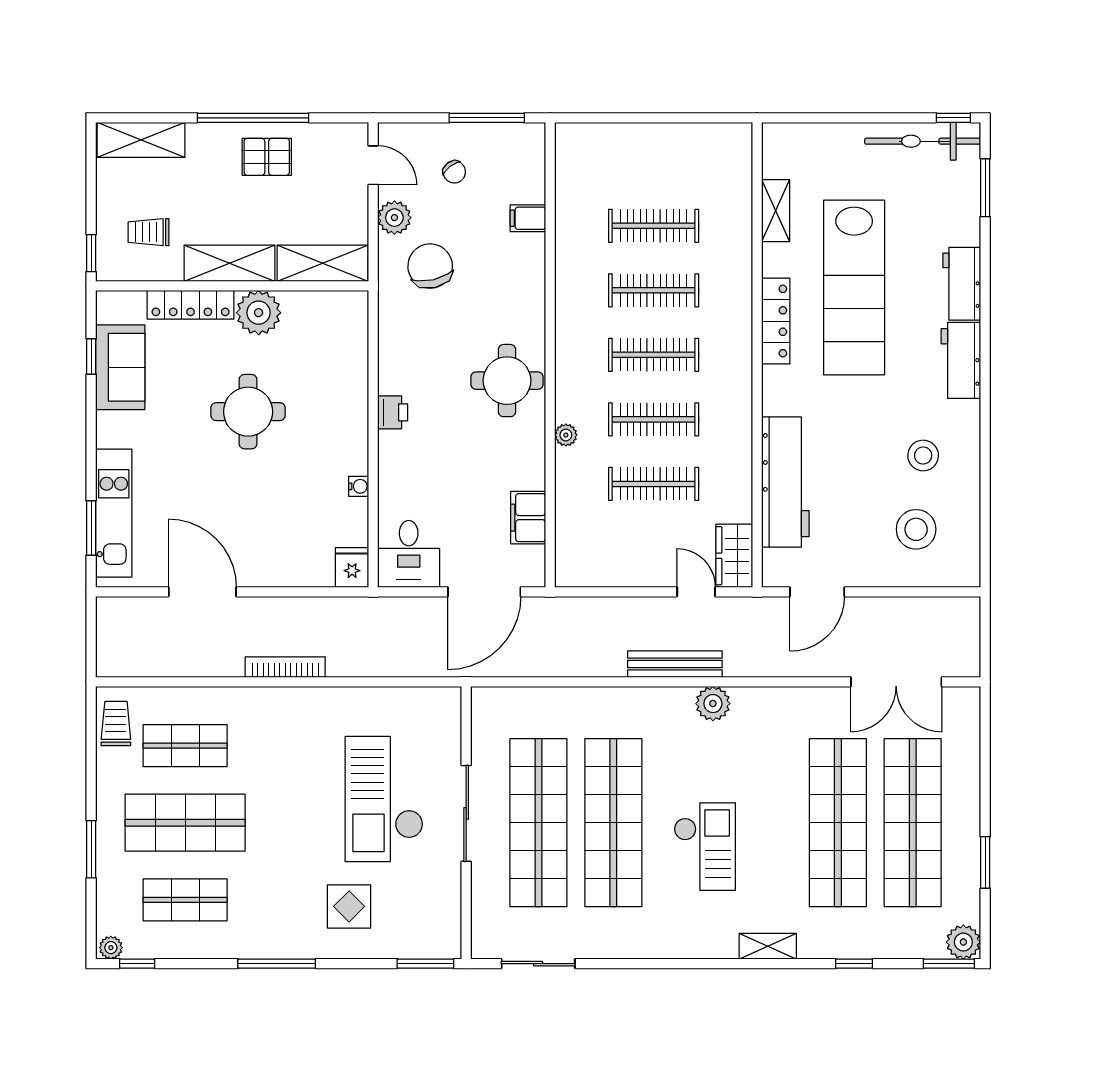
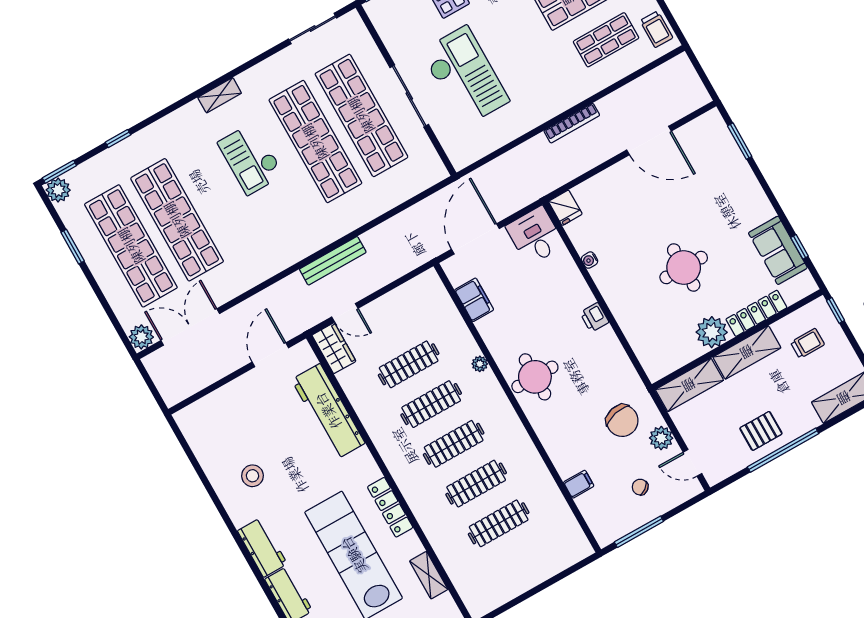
kitchen unit: (114, 513) -> (731, 158), removed
stool: (916, 529) -> (231, 428), removed
plant: (713, 704) -> (141, 337), moved
shelving: (768, 946) -> (220, 95), moved

